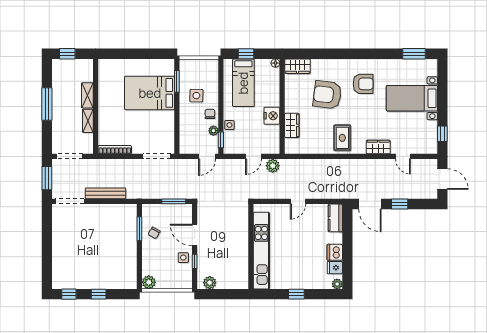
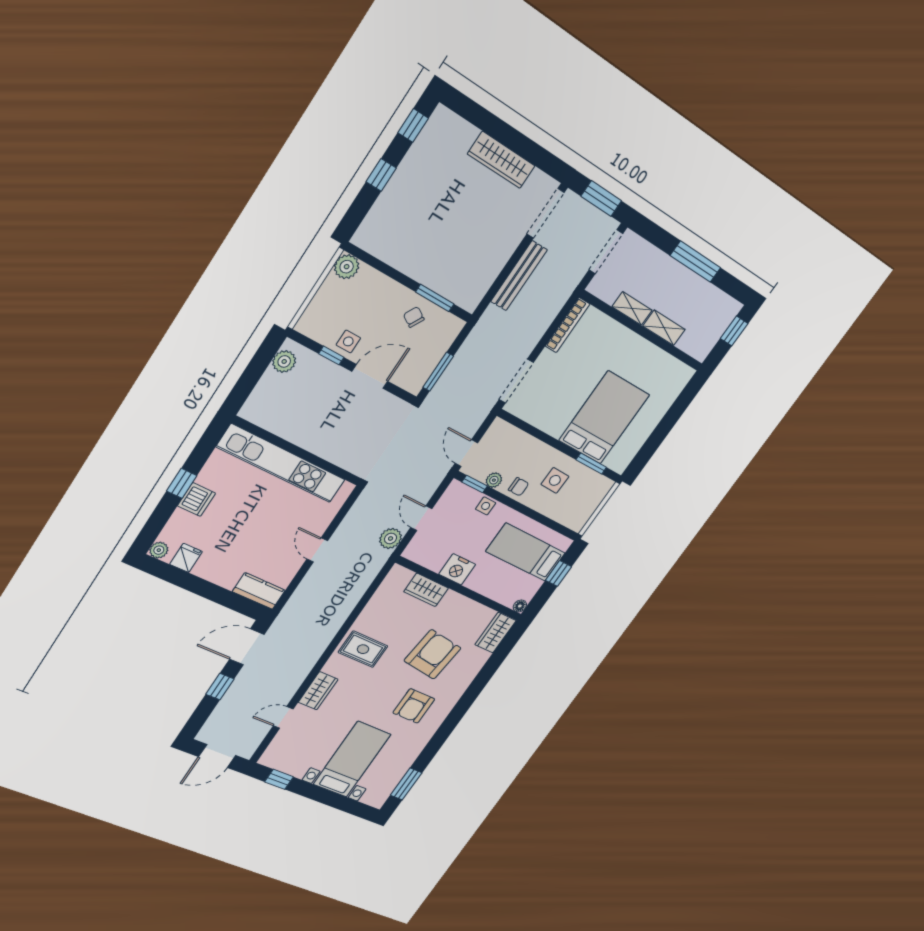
wardrobe: (59, 241) -> (501, 160), added
dishwasher: (335, 252) -> (196, 500), moved, turned 90

